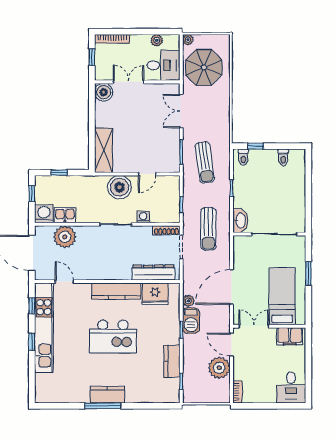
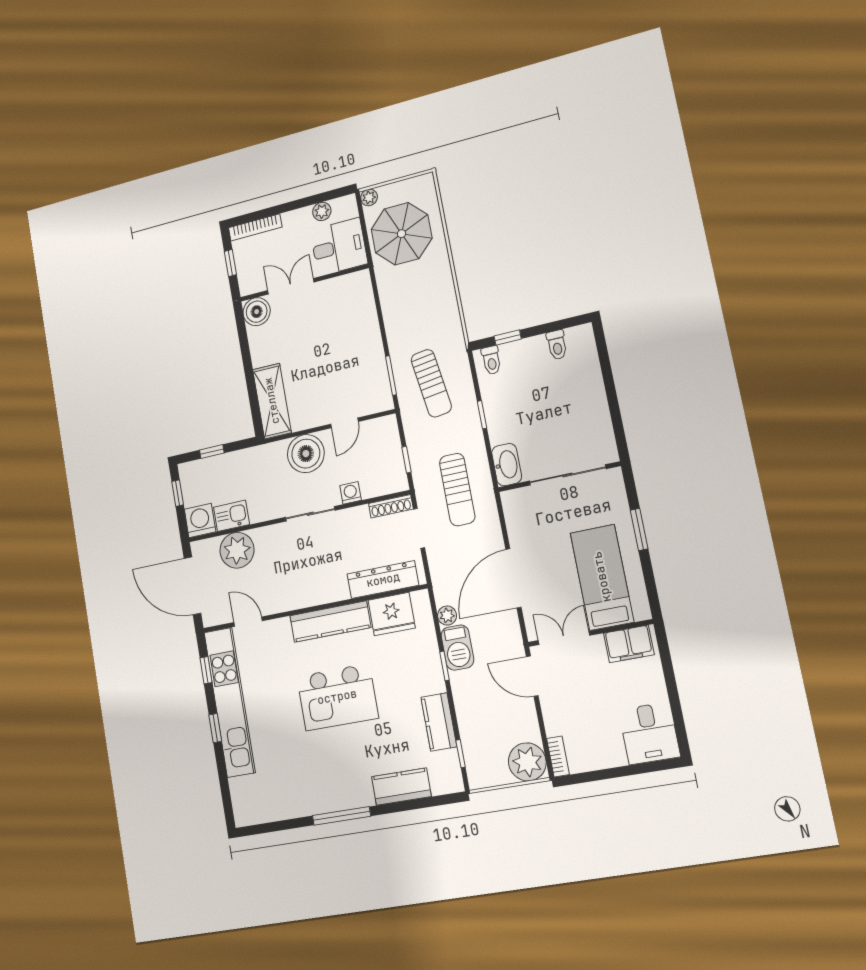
double door: (181, 111) -> (379, 311), removed
plant: (219, 368) -> (527, 762), moved
kitchen counter: (107, 395) -> (401, 787), moved

